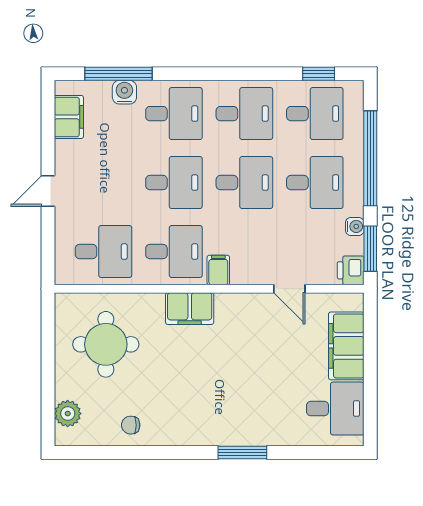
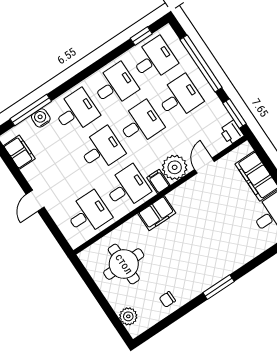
water cooler: (355, 226) -> (218, 107), removed
plant: (250, 266) -> (175, 167), added
door: (289, 289) -> (205, 165), swing flipped
window: (242, 452) -> (219, 287), moved

